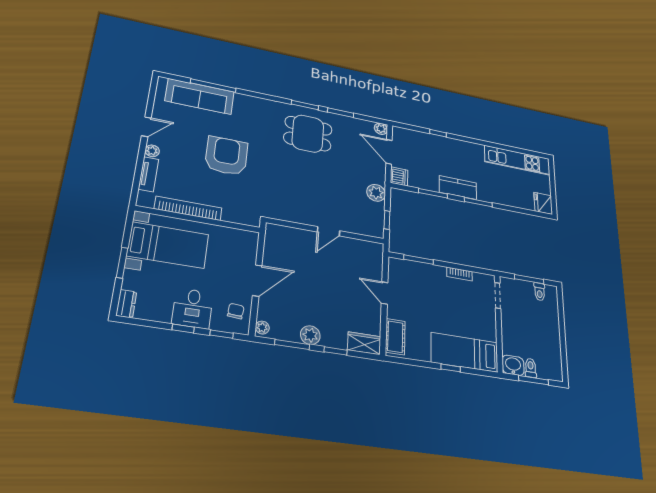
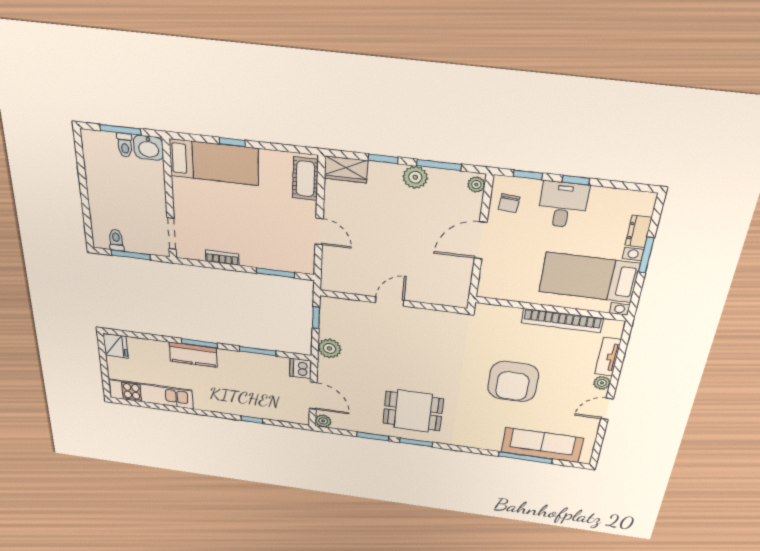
kitchen counter: (458, 188) -> (193, 355), moved
dresser: (126, 304) -> (638, 231), moved

